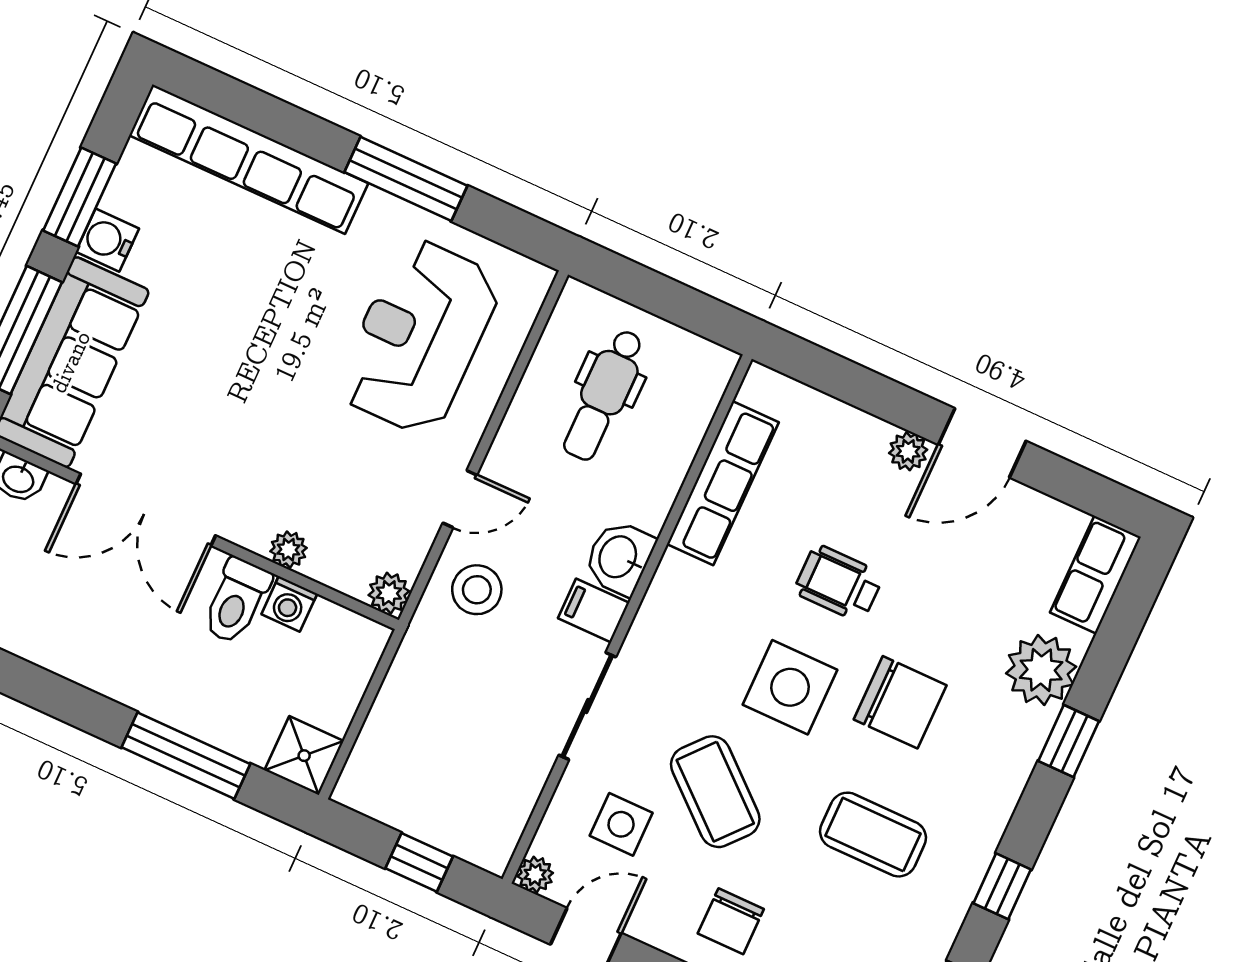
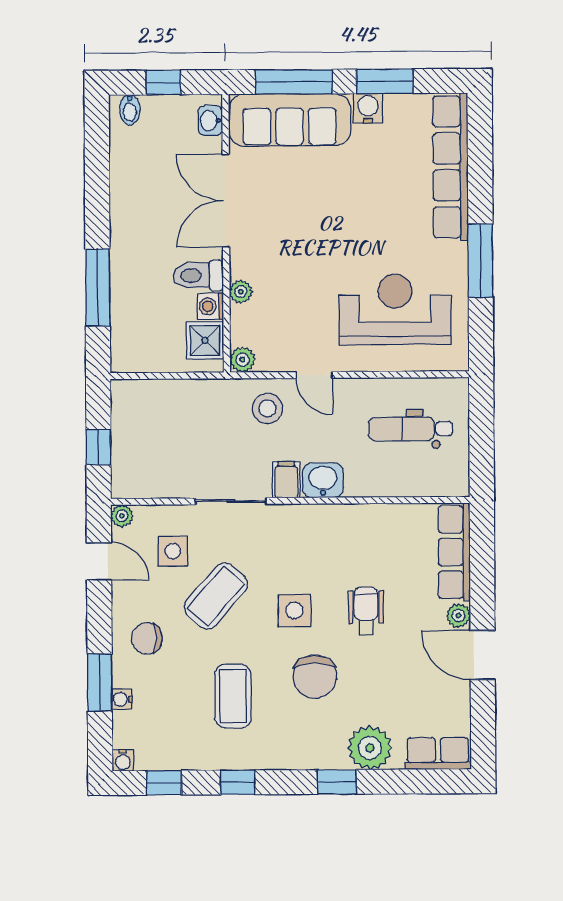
row of seats: (723, 483) -> (454, 552), moved, turned 90
side table: (790, 687) -> (294, 611), width x0.73, depth x0.73
shower: (304, 756) -> (205, 340), moved

